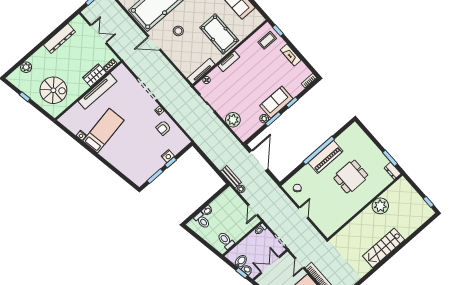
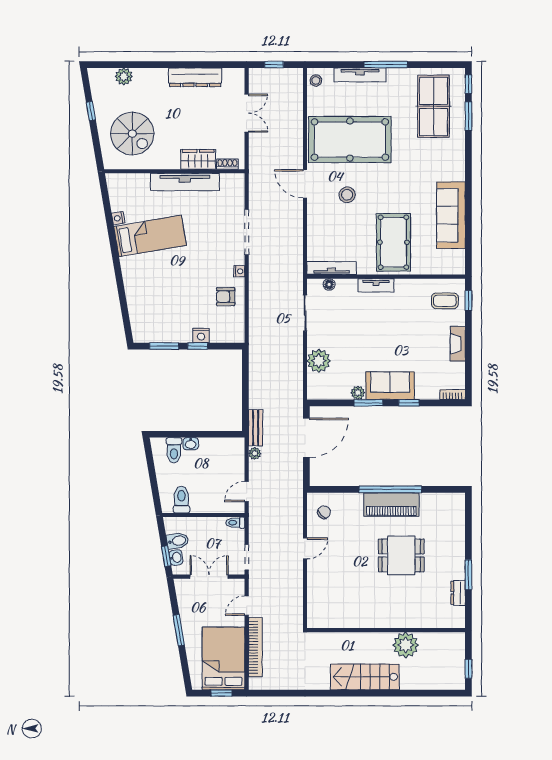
plant: (380, 206) -> (406, 645), moved
wall: (365, 207) -> (386, 630), moved

